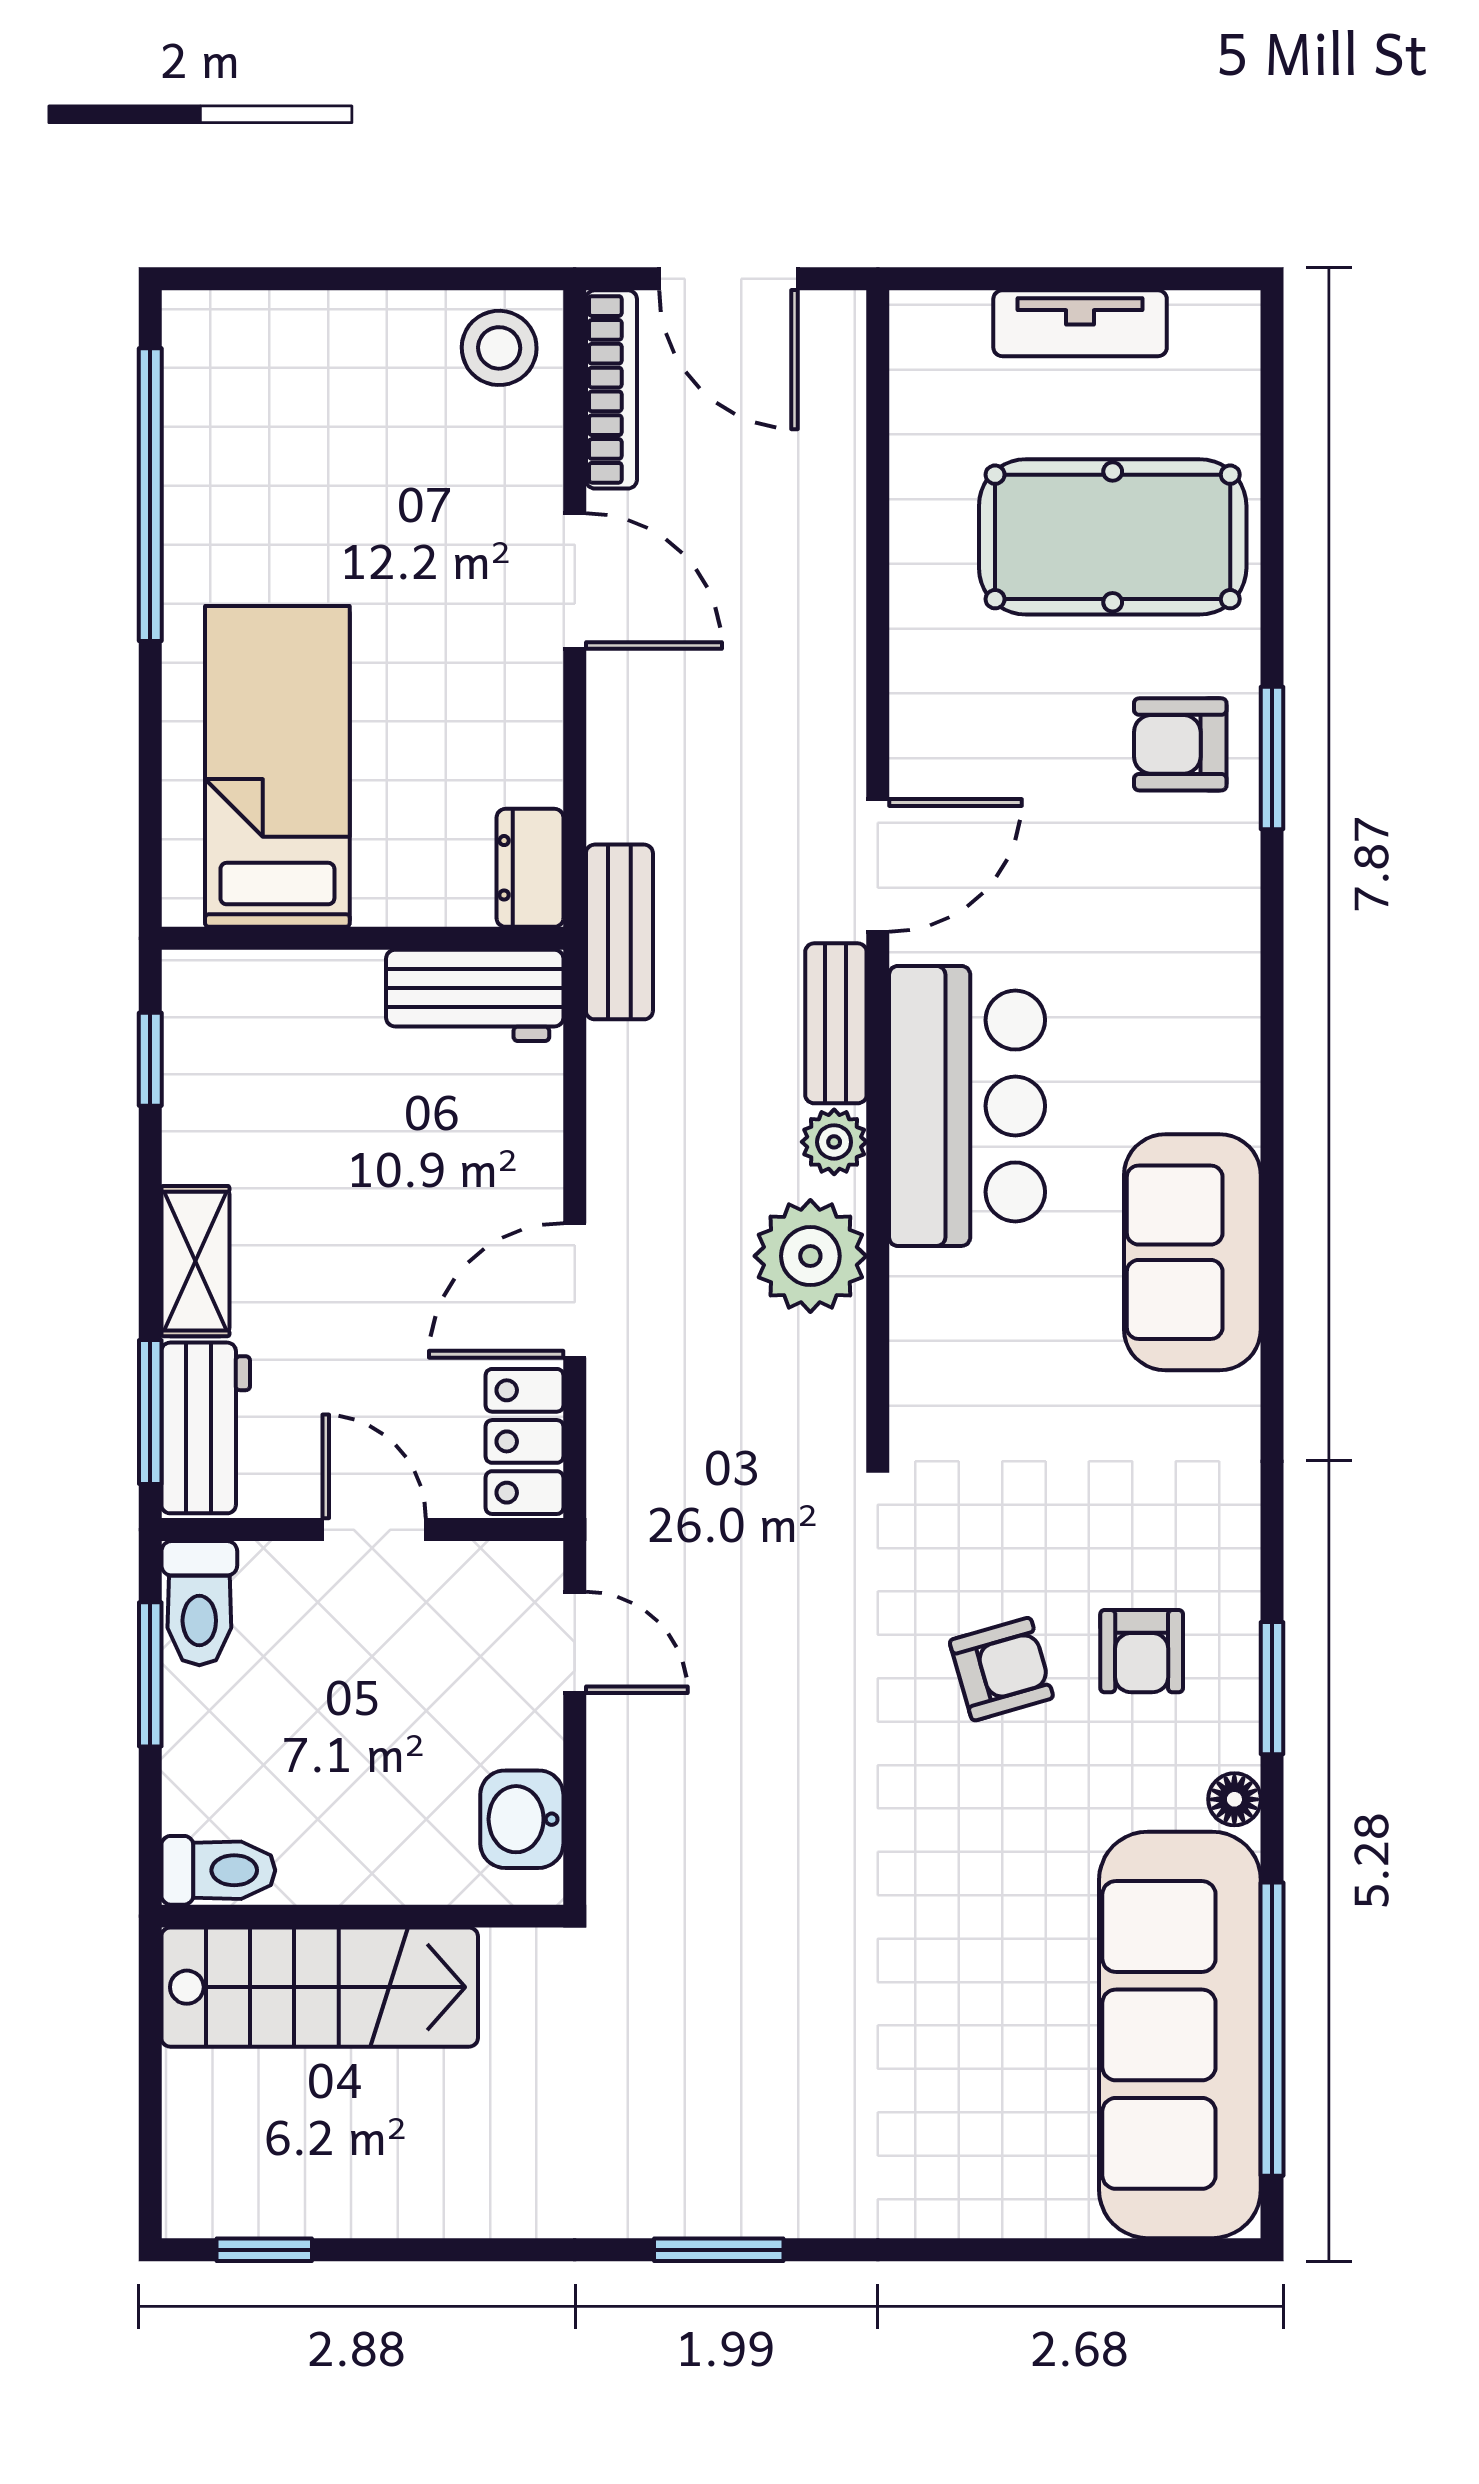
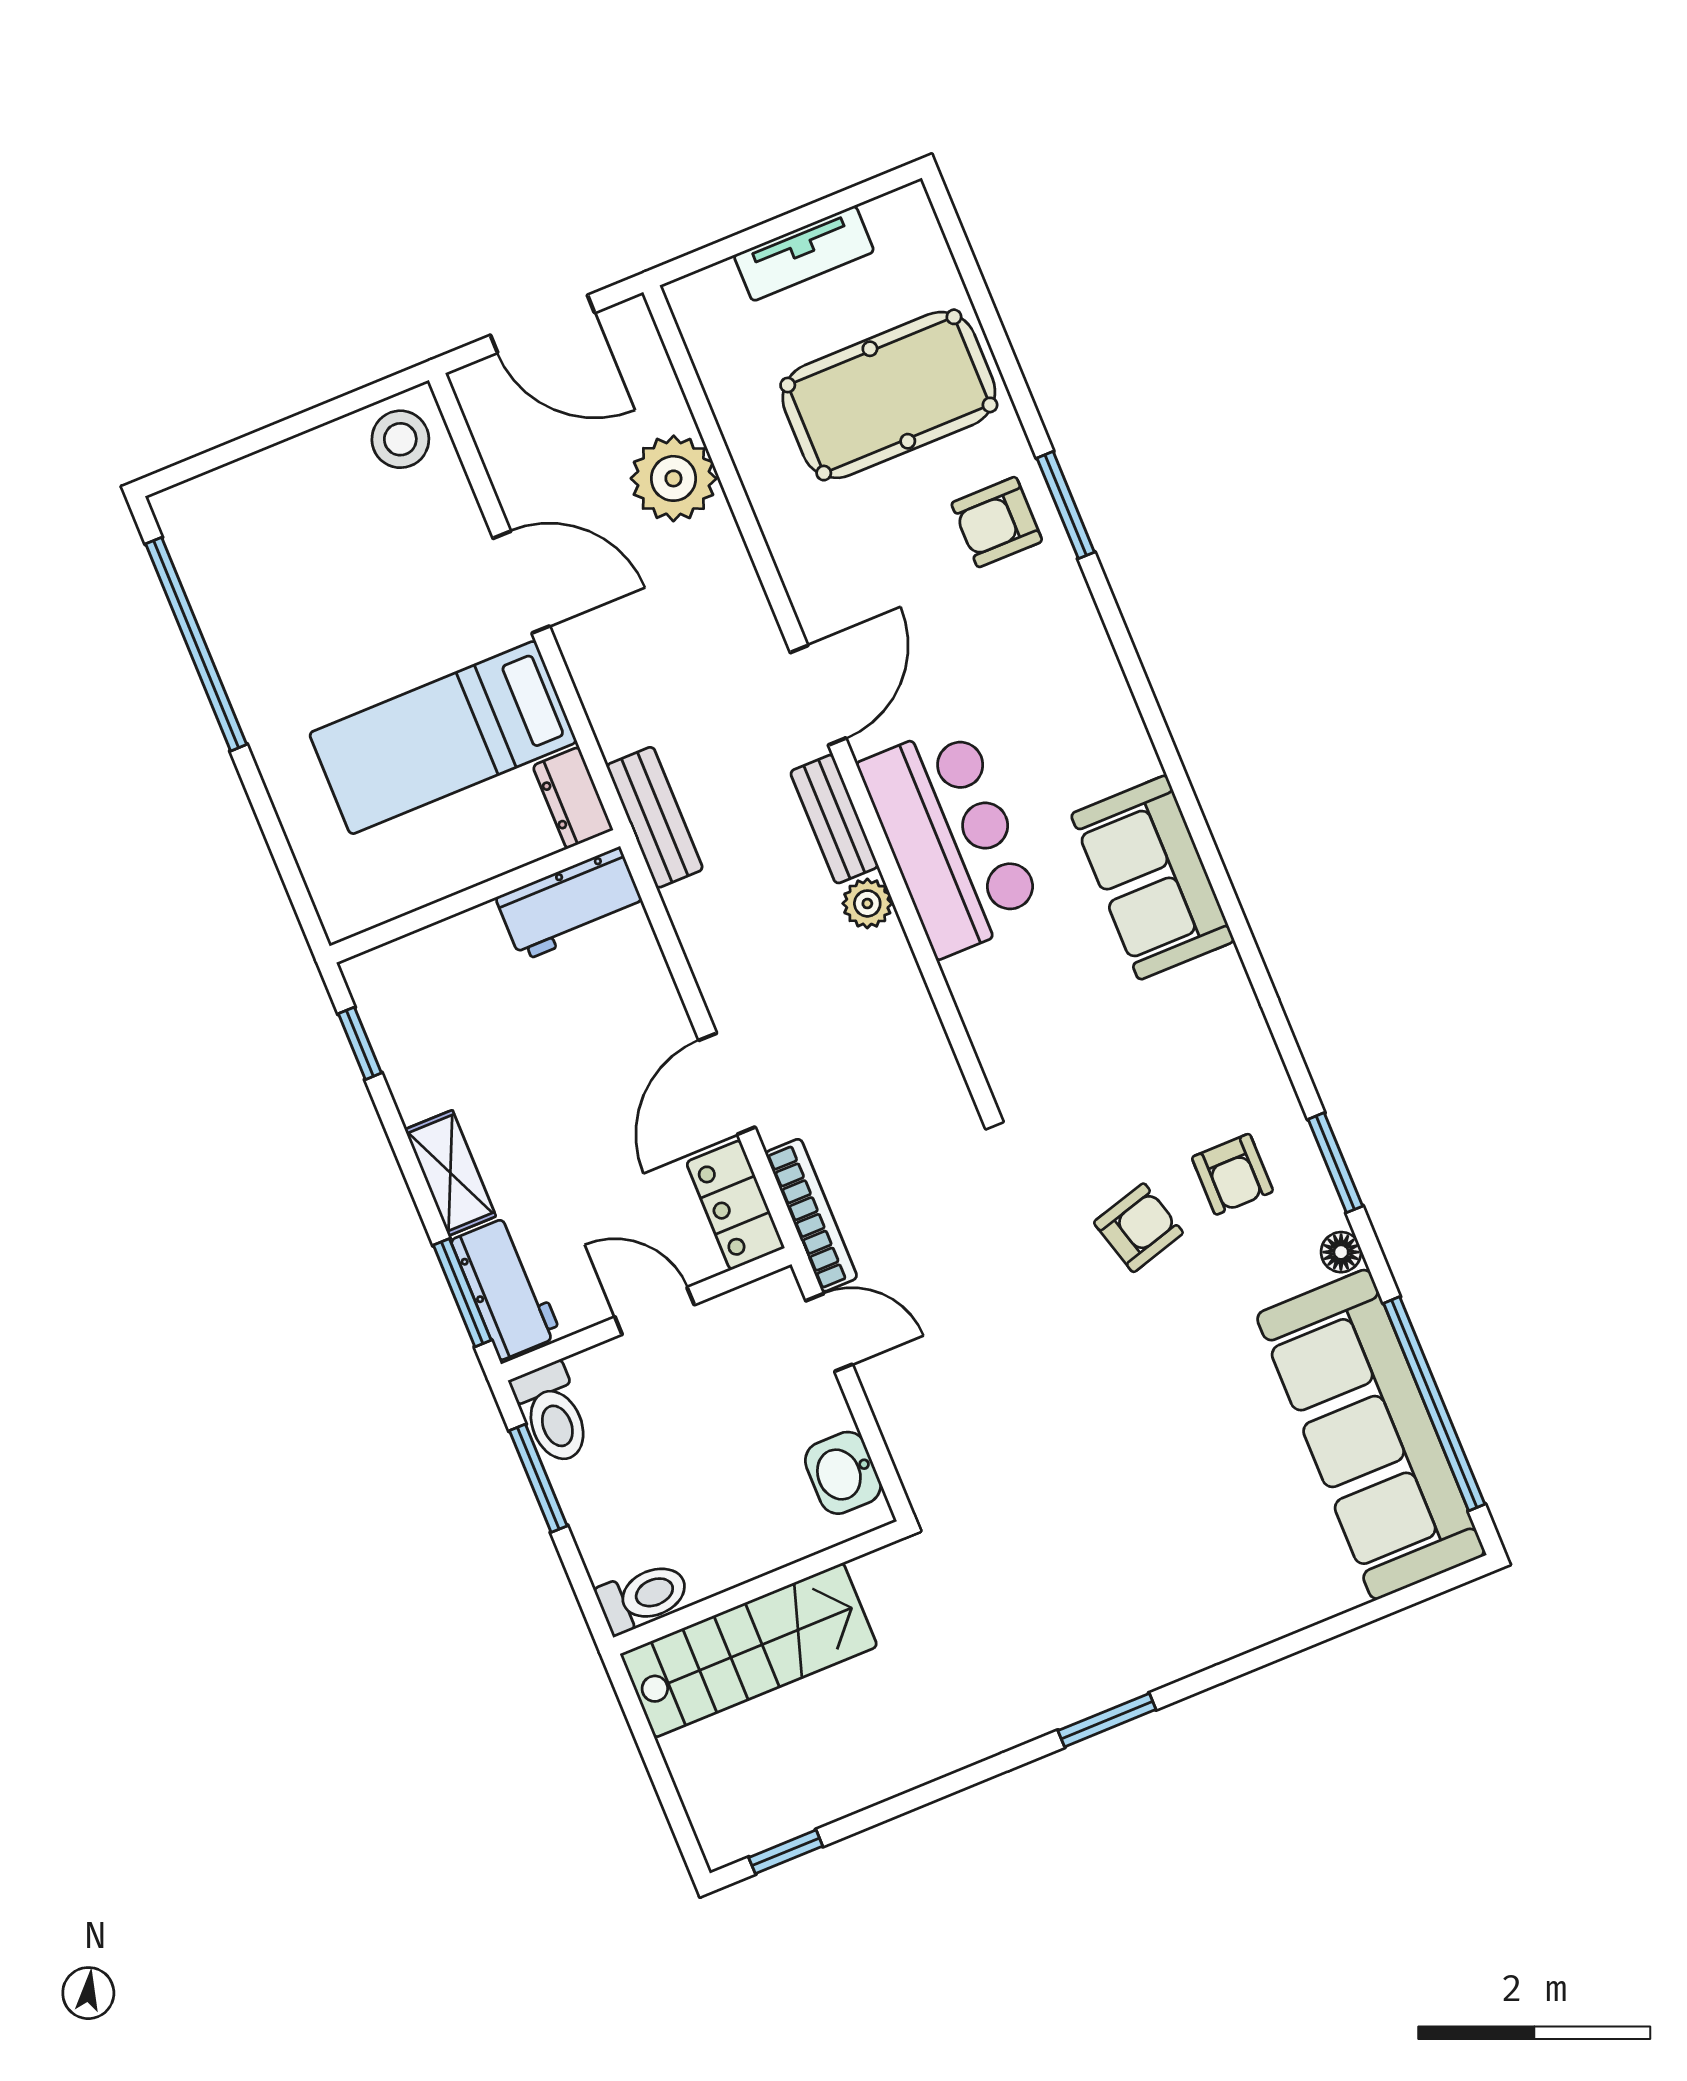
bookcase: (611, 389) -> (811, 1215), moved
bed: (277, 766) -> (443, 738), moved, turned -90
plant: (810, 1256) -> (673, 478), moved

